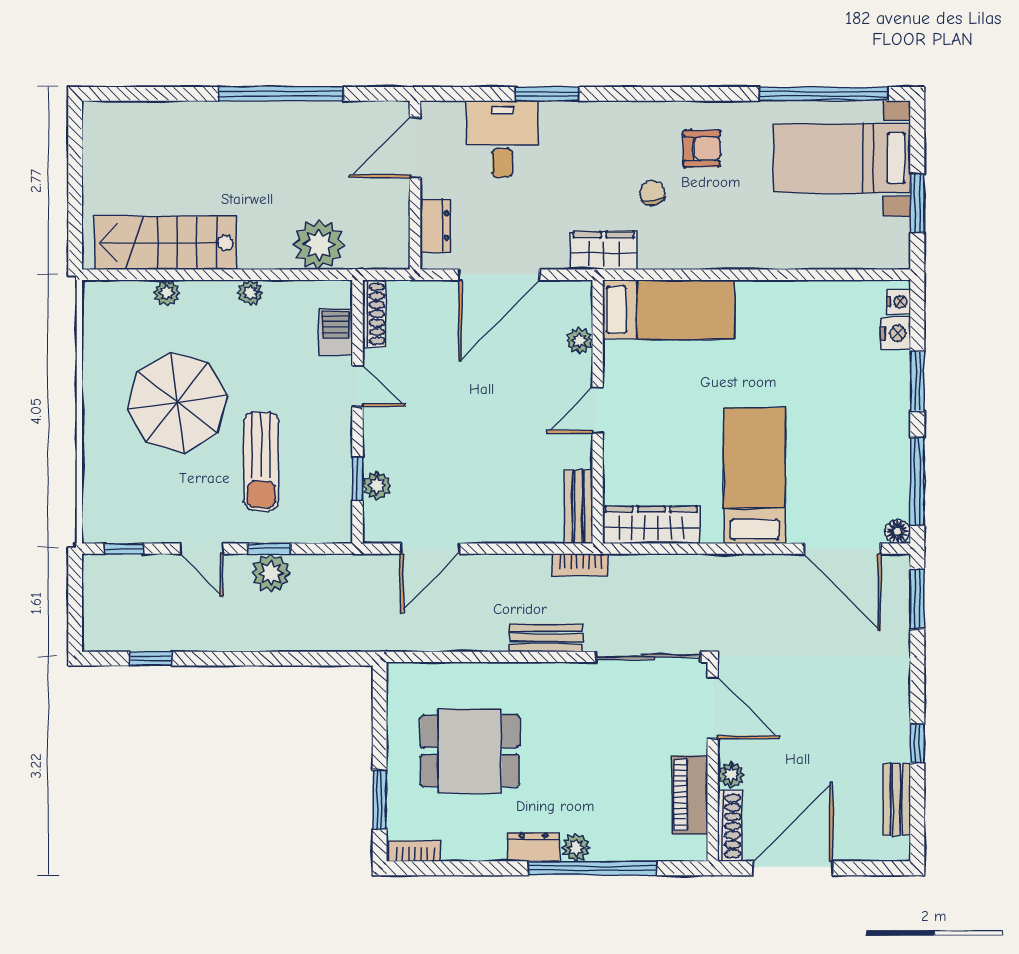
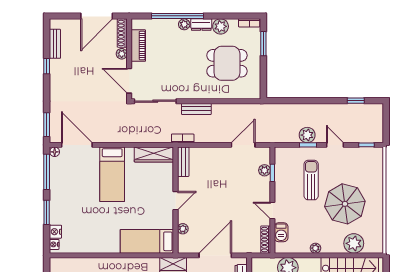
plant: (167, 293) -> (354, 243), width x1.88, depth x1.88
plant: (486, 842) -> (221, 26), added

